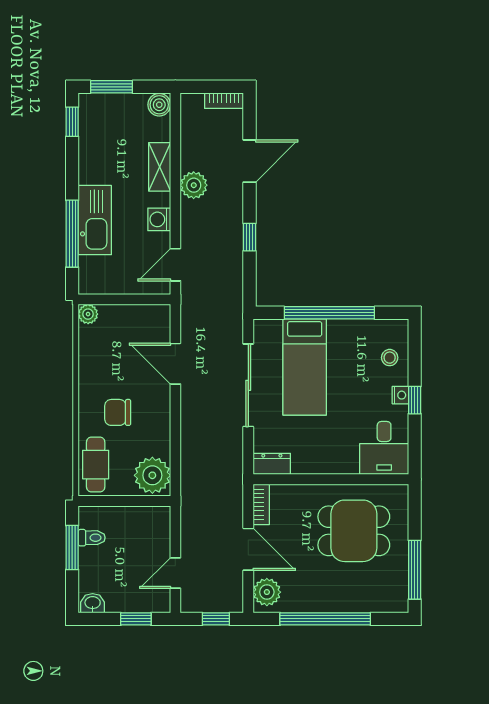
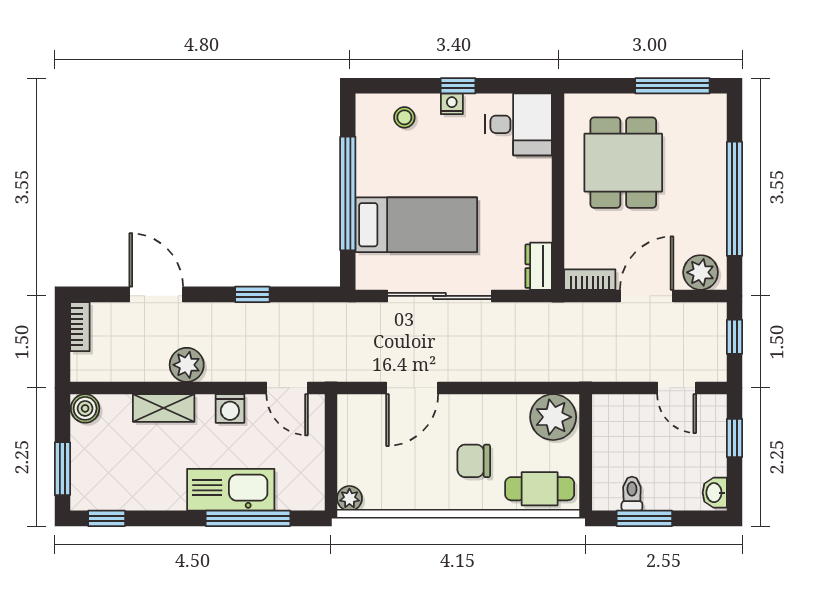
chair: (118, 412) -> (474, 461), turned 90

